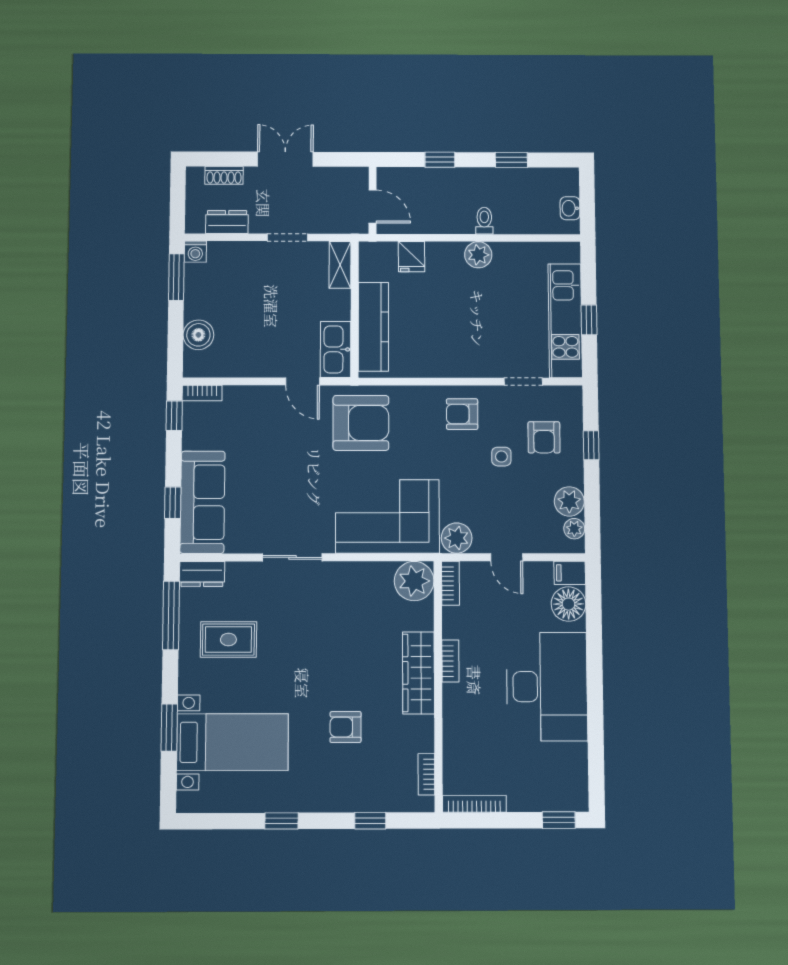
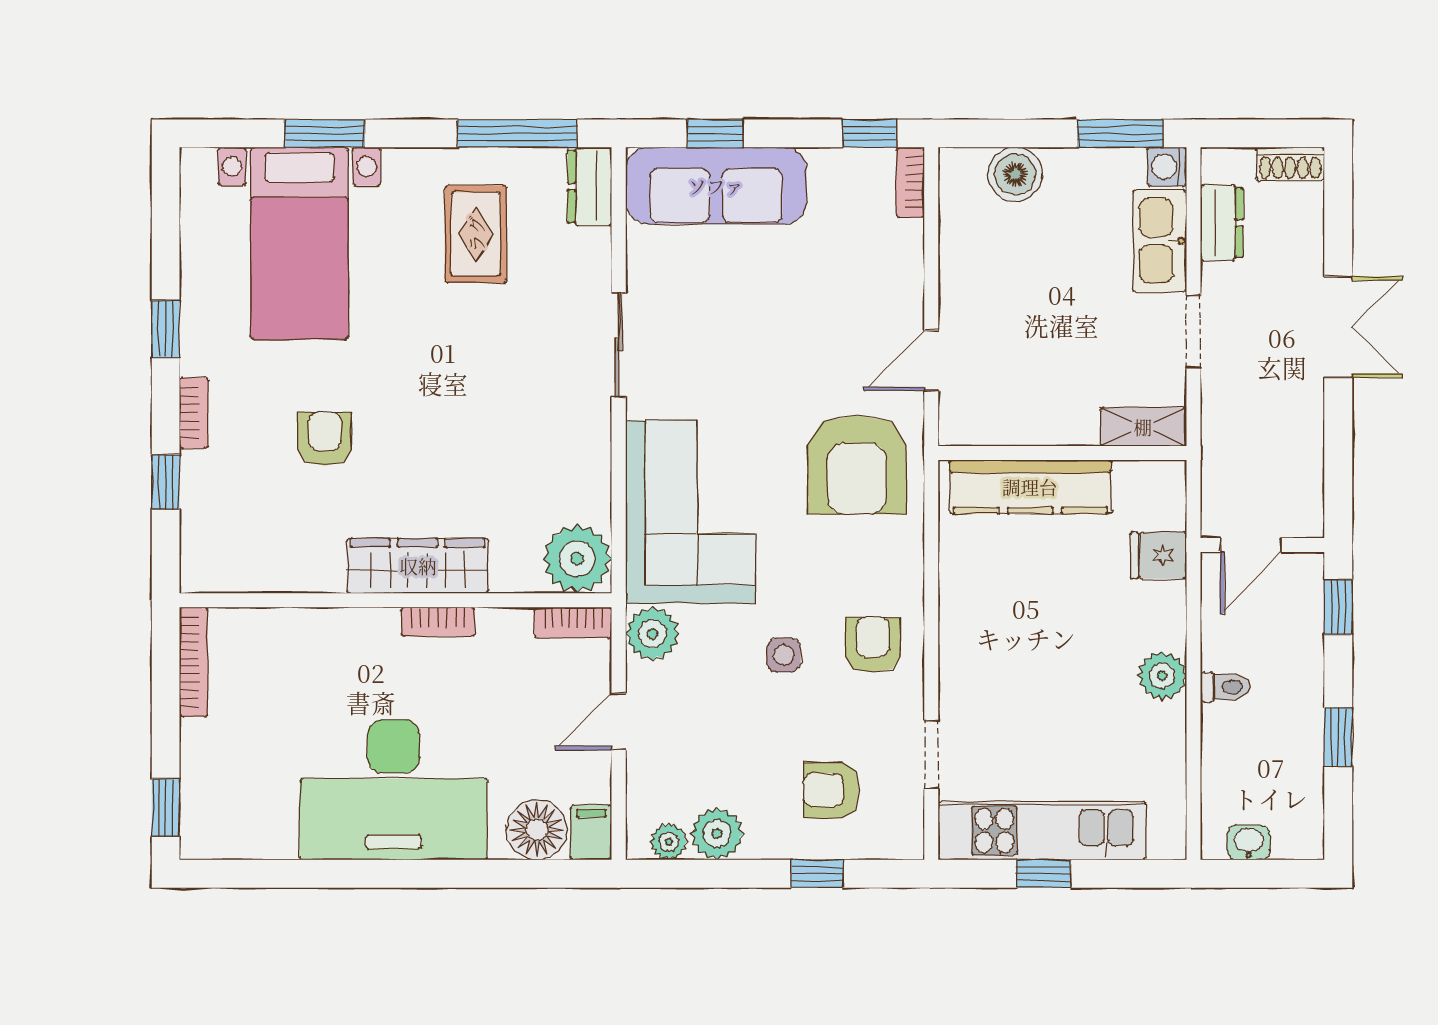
shoe rack: (224, 175) -> (1290, 164), moved, turned -90
wall: (373, 200) -> (1262, 545), moved
door: (373, 206) -> (1251, 545), moved
kitchen sink: (336, 349) -> (1160, 241), moved, turned -90
side table: (501, 457) -> (784, 655), moved
bookcase: (426, 774) -> (194, 413), moved, turned 90

